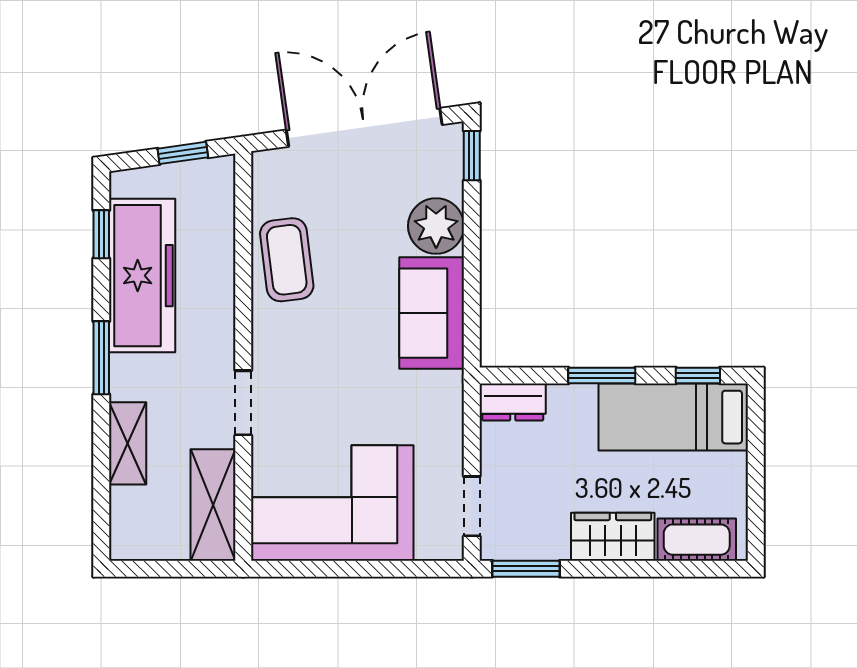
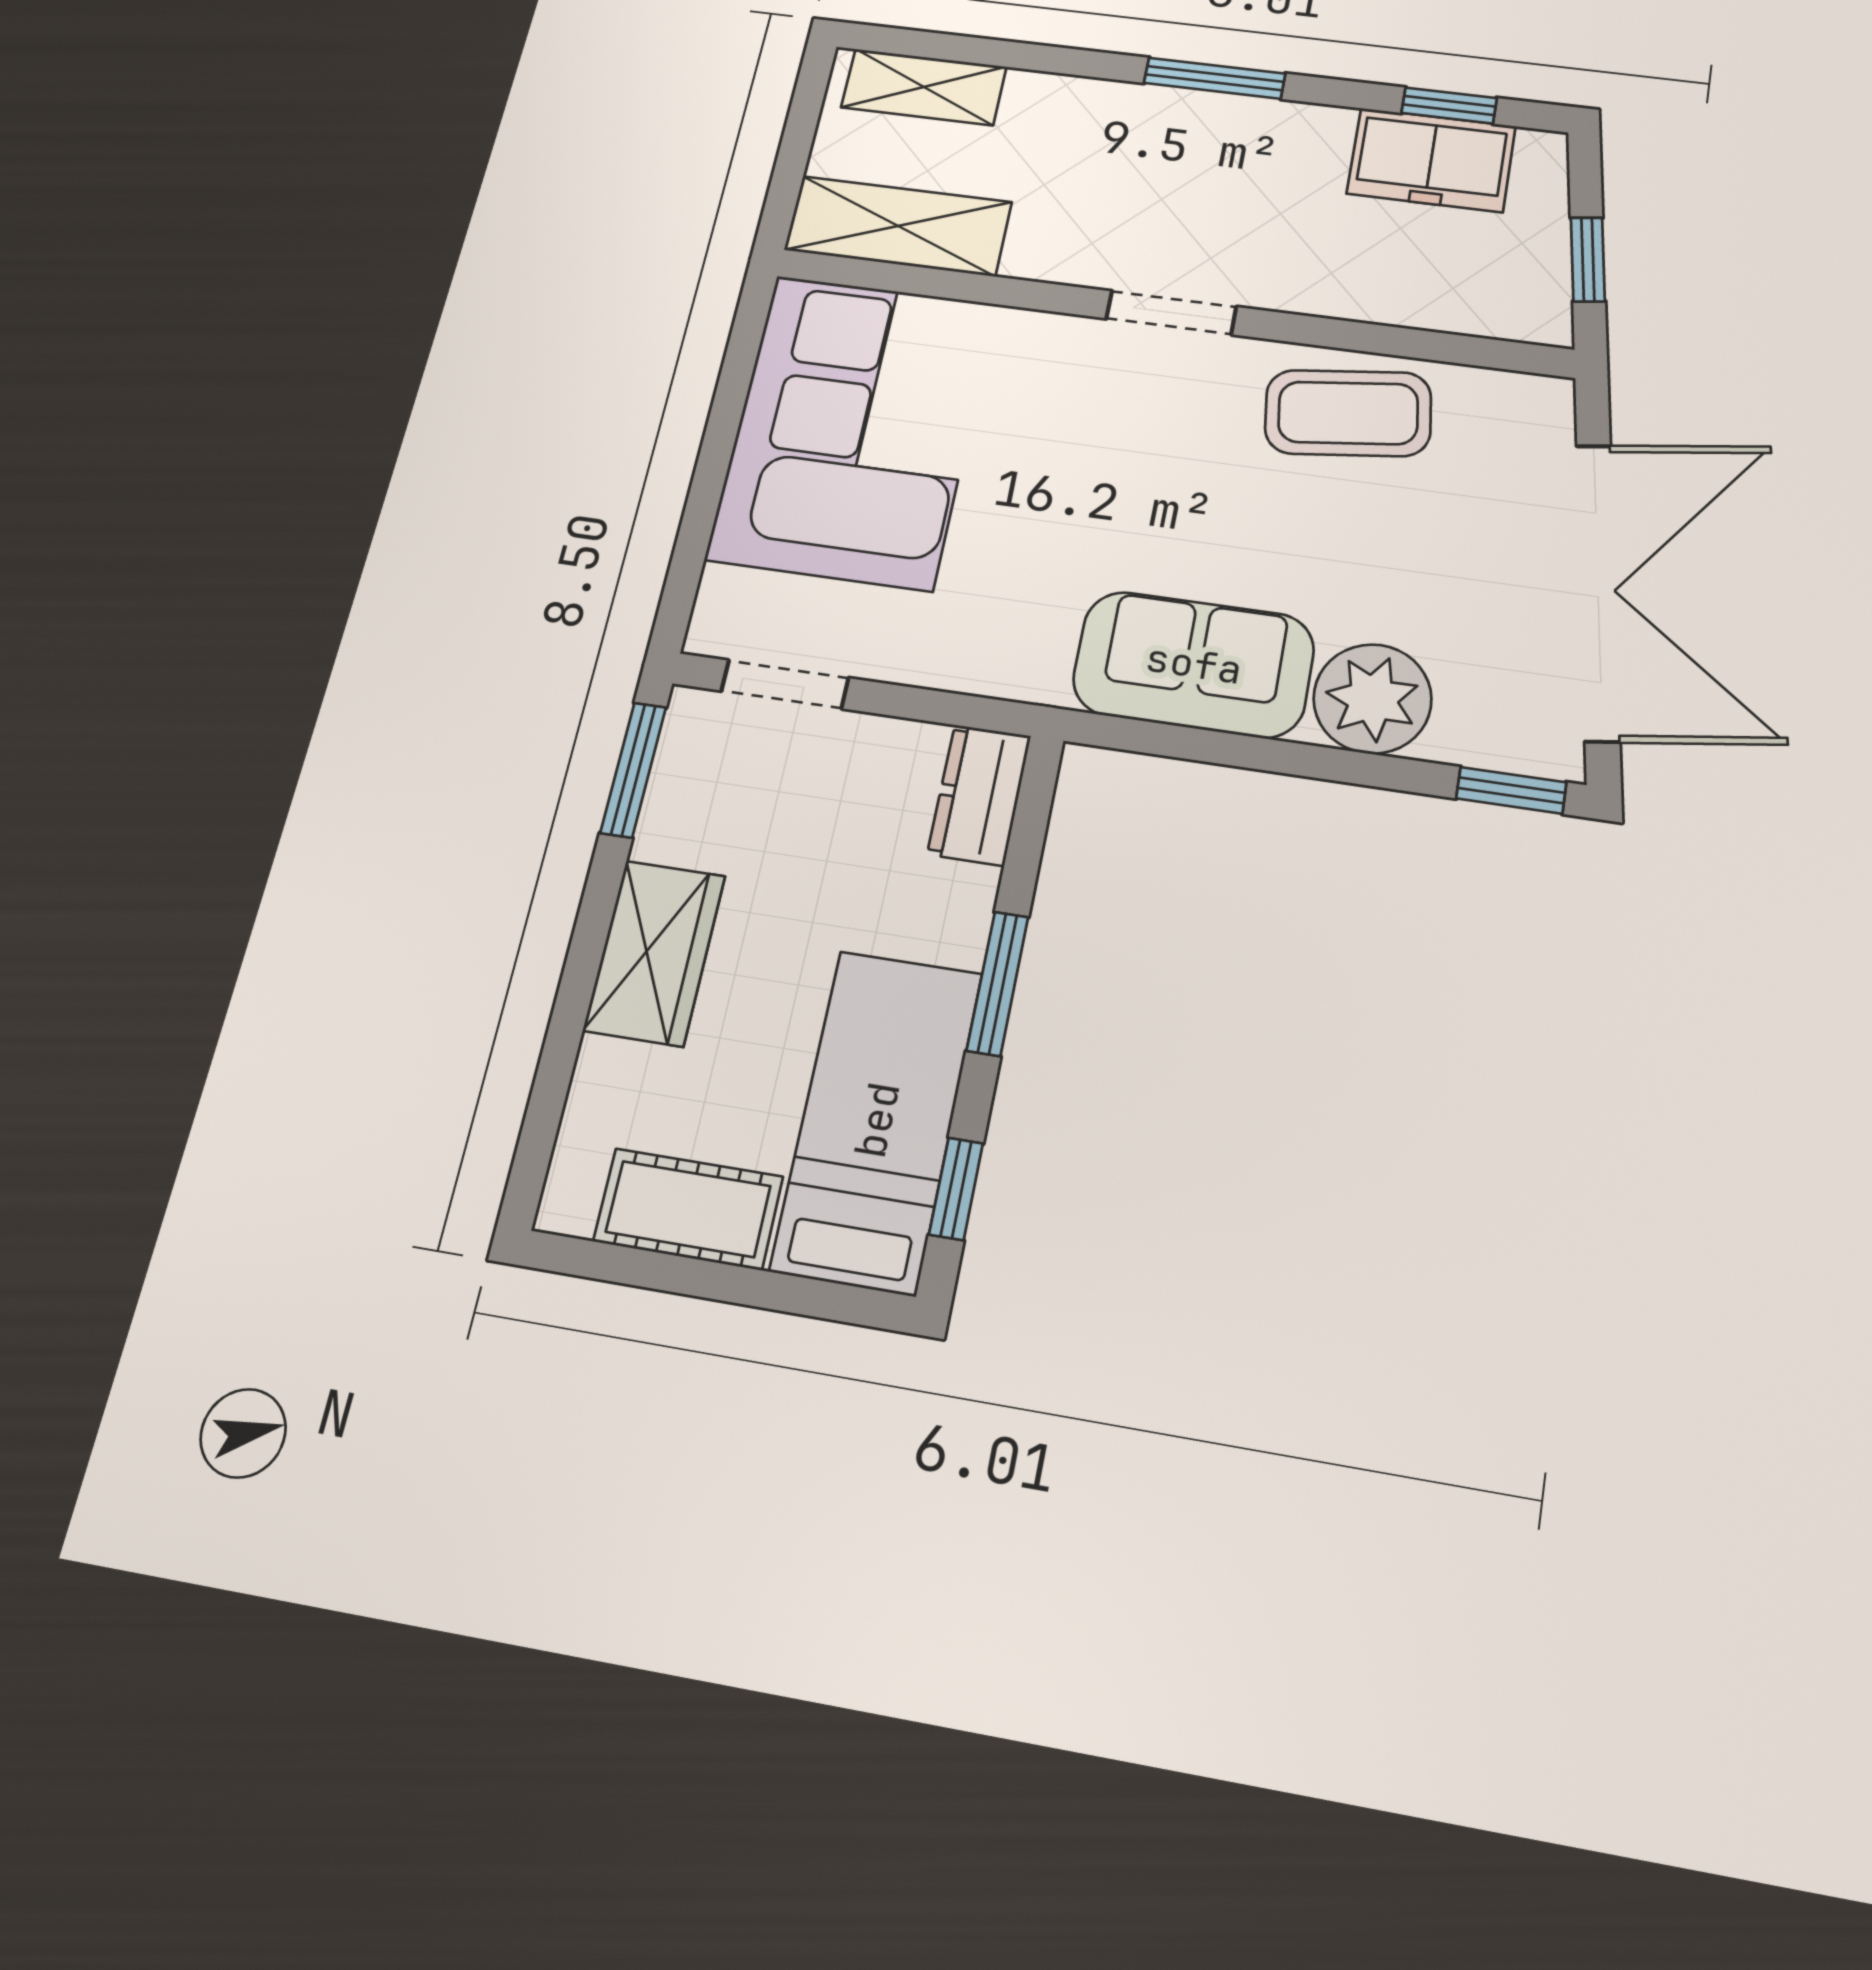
freezer: (142, 276) -> (1431, 160), width x0.52, depth x0.79
doorway: (243, 403) -> (1171, 313), moved
shelving: (128, 443) -> (924, 87), moved
cot: (697, 540) -> (688, 1209), moved, turned 90

